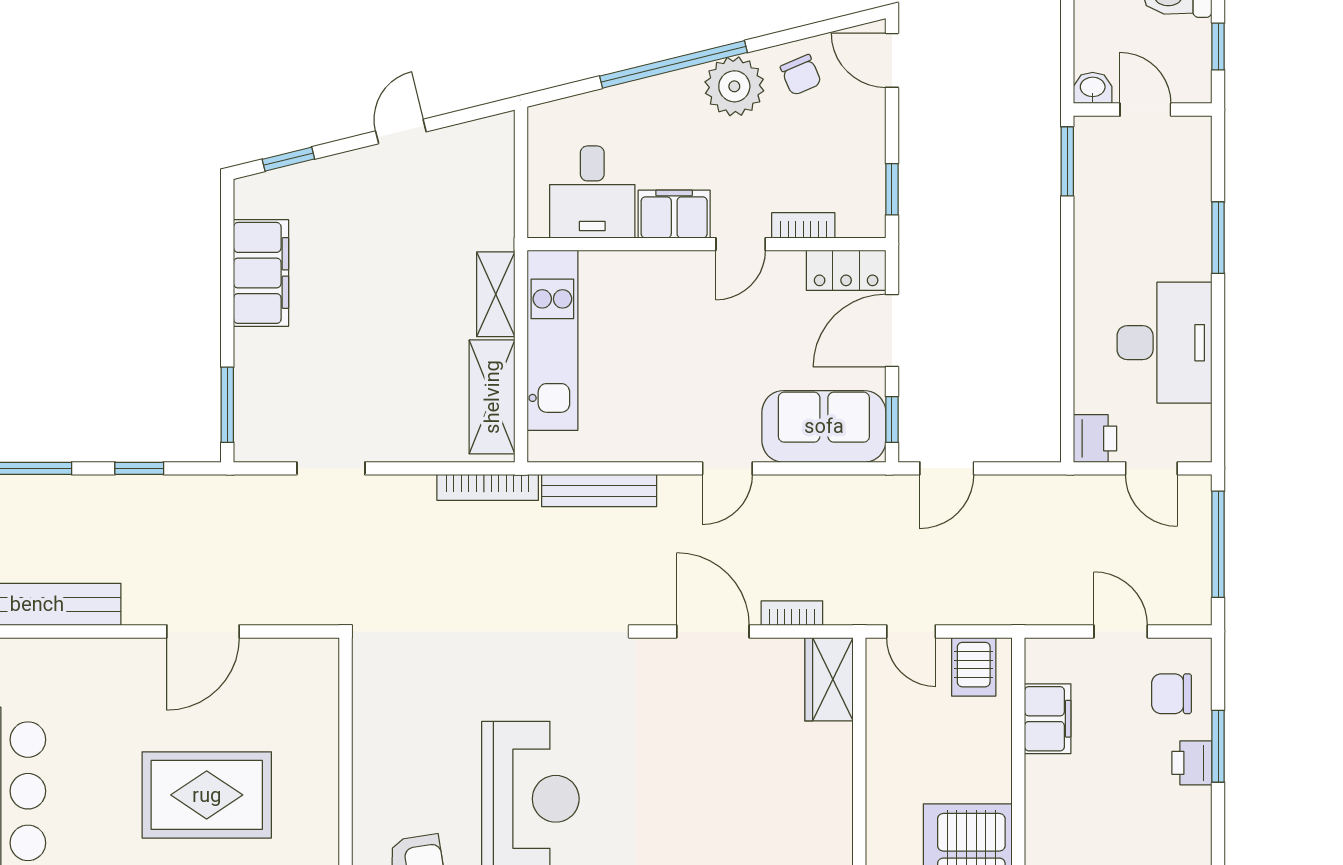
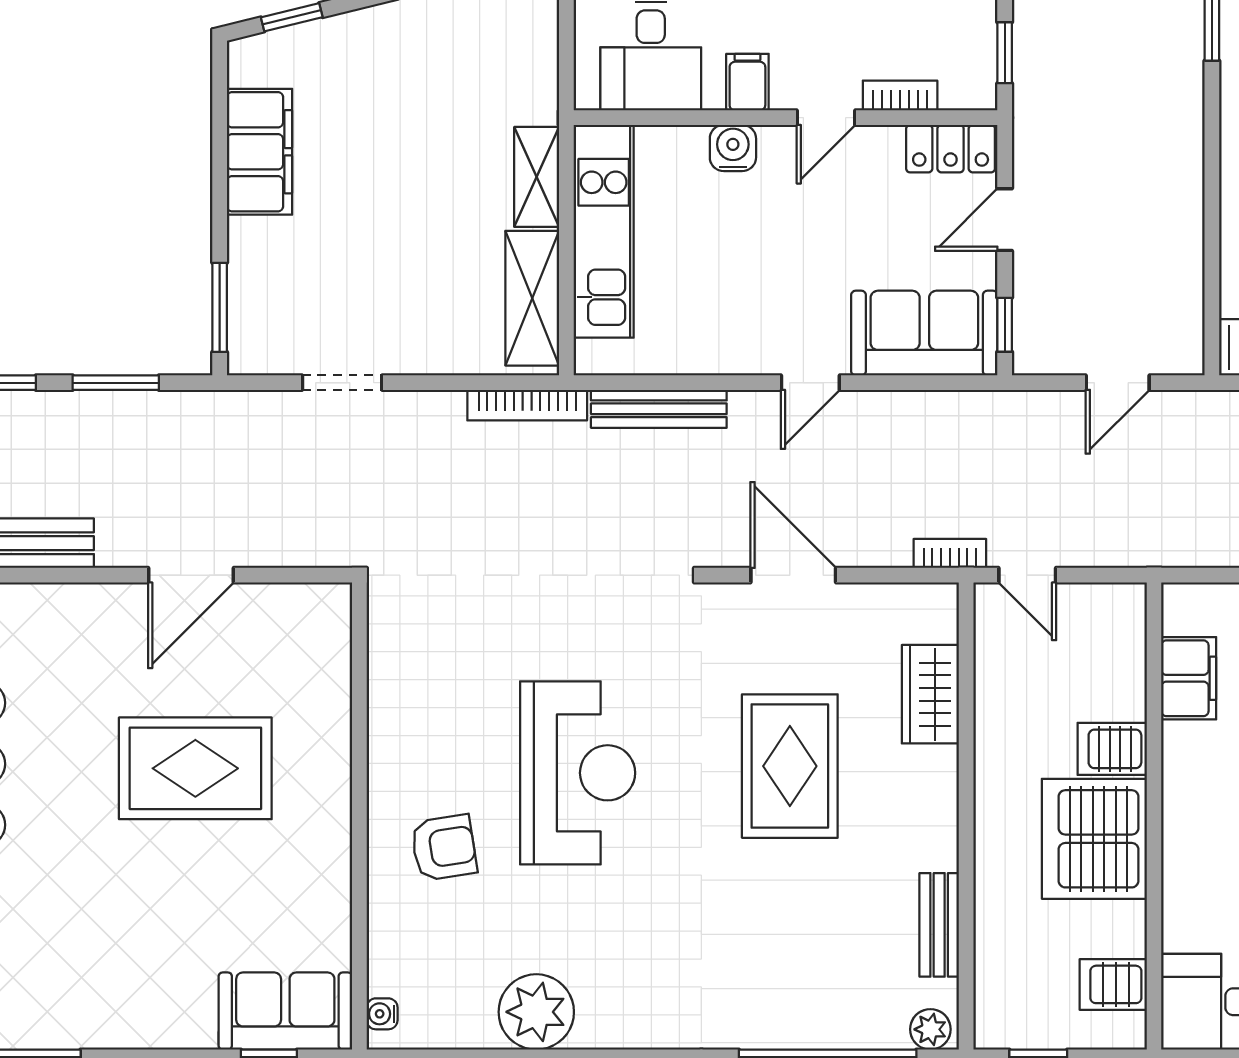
filing cabinet: (674, 214) -> (747, 82), width x0.50
water cooler: (662, 270) -> (733, 148), added
door: (892, 331) -> (1005, 220), width x0.73
window: (139, 468) -> (116, 383), width x1.50
door: (947, 468) -> (1118, 383), moved
bookcase: (792, 613) -> (950, 553), moved
server rack: (974, 667) -> (1112, 749), moved, turned 90
wardrobe: (829, 679) -> (930, 694), moved
rug: (710, 793) -> (790, 766), added

